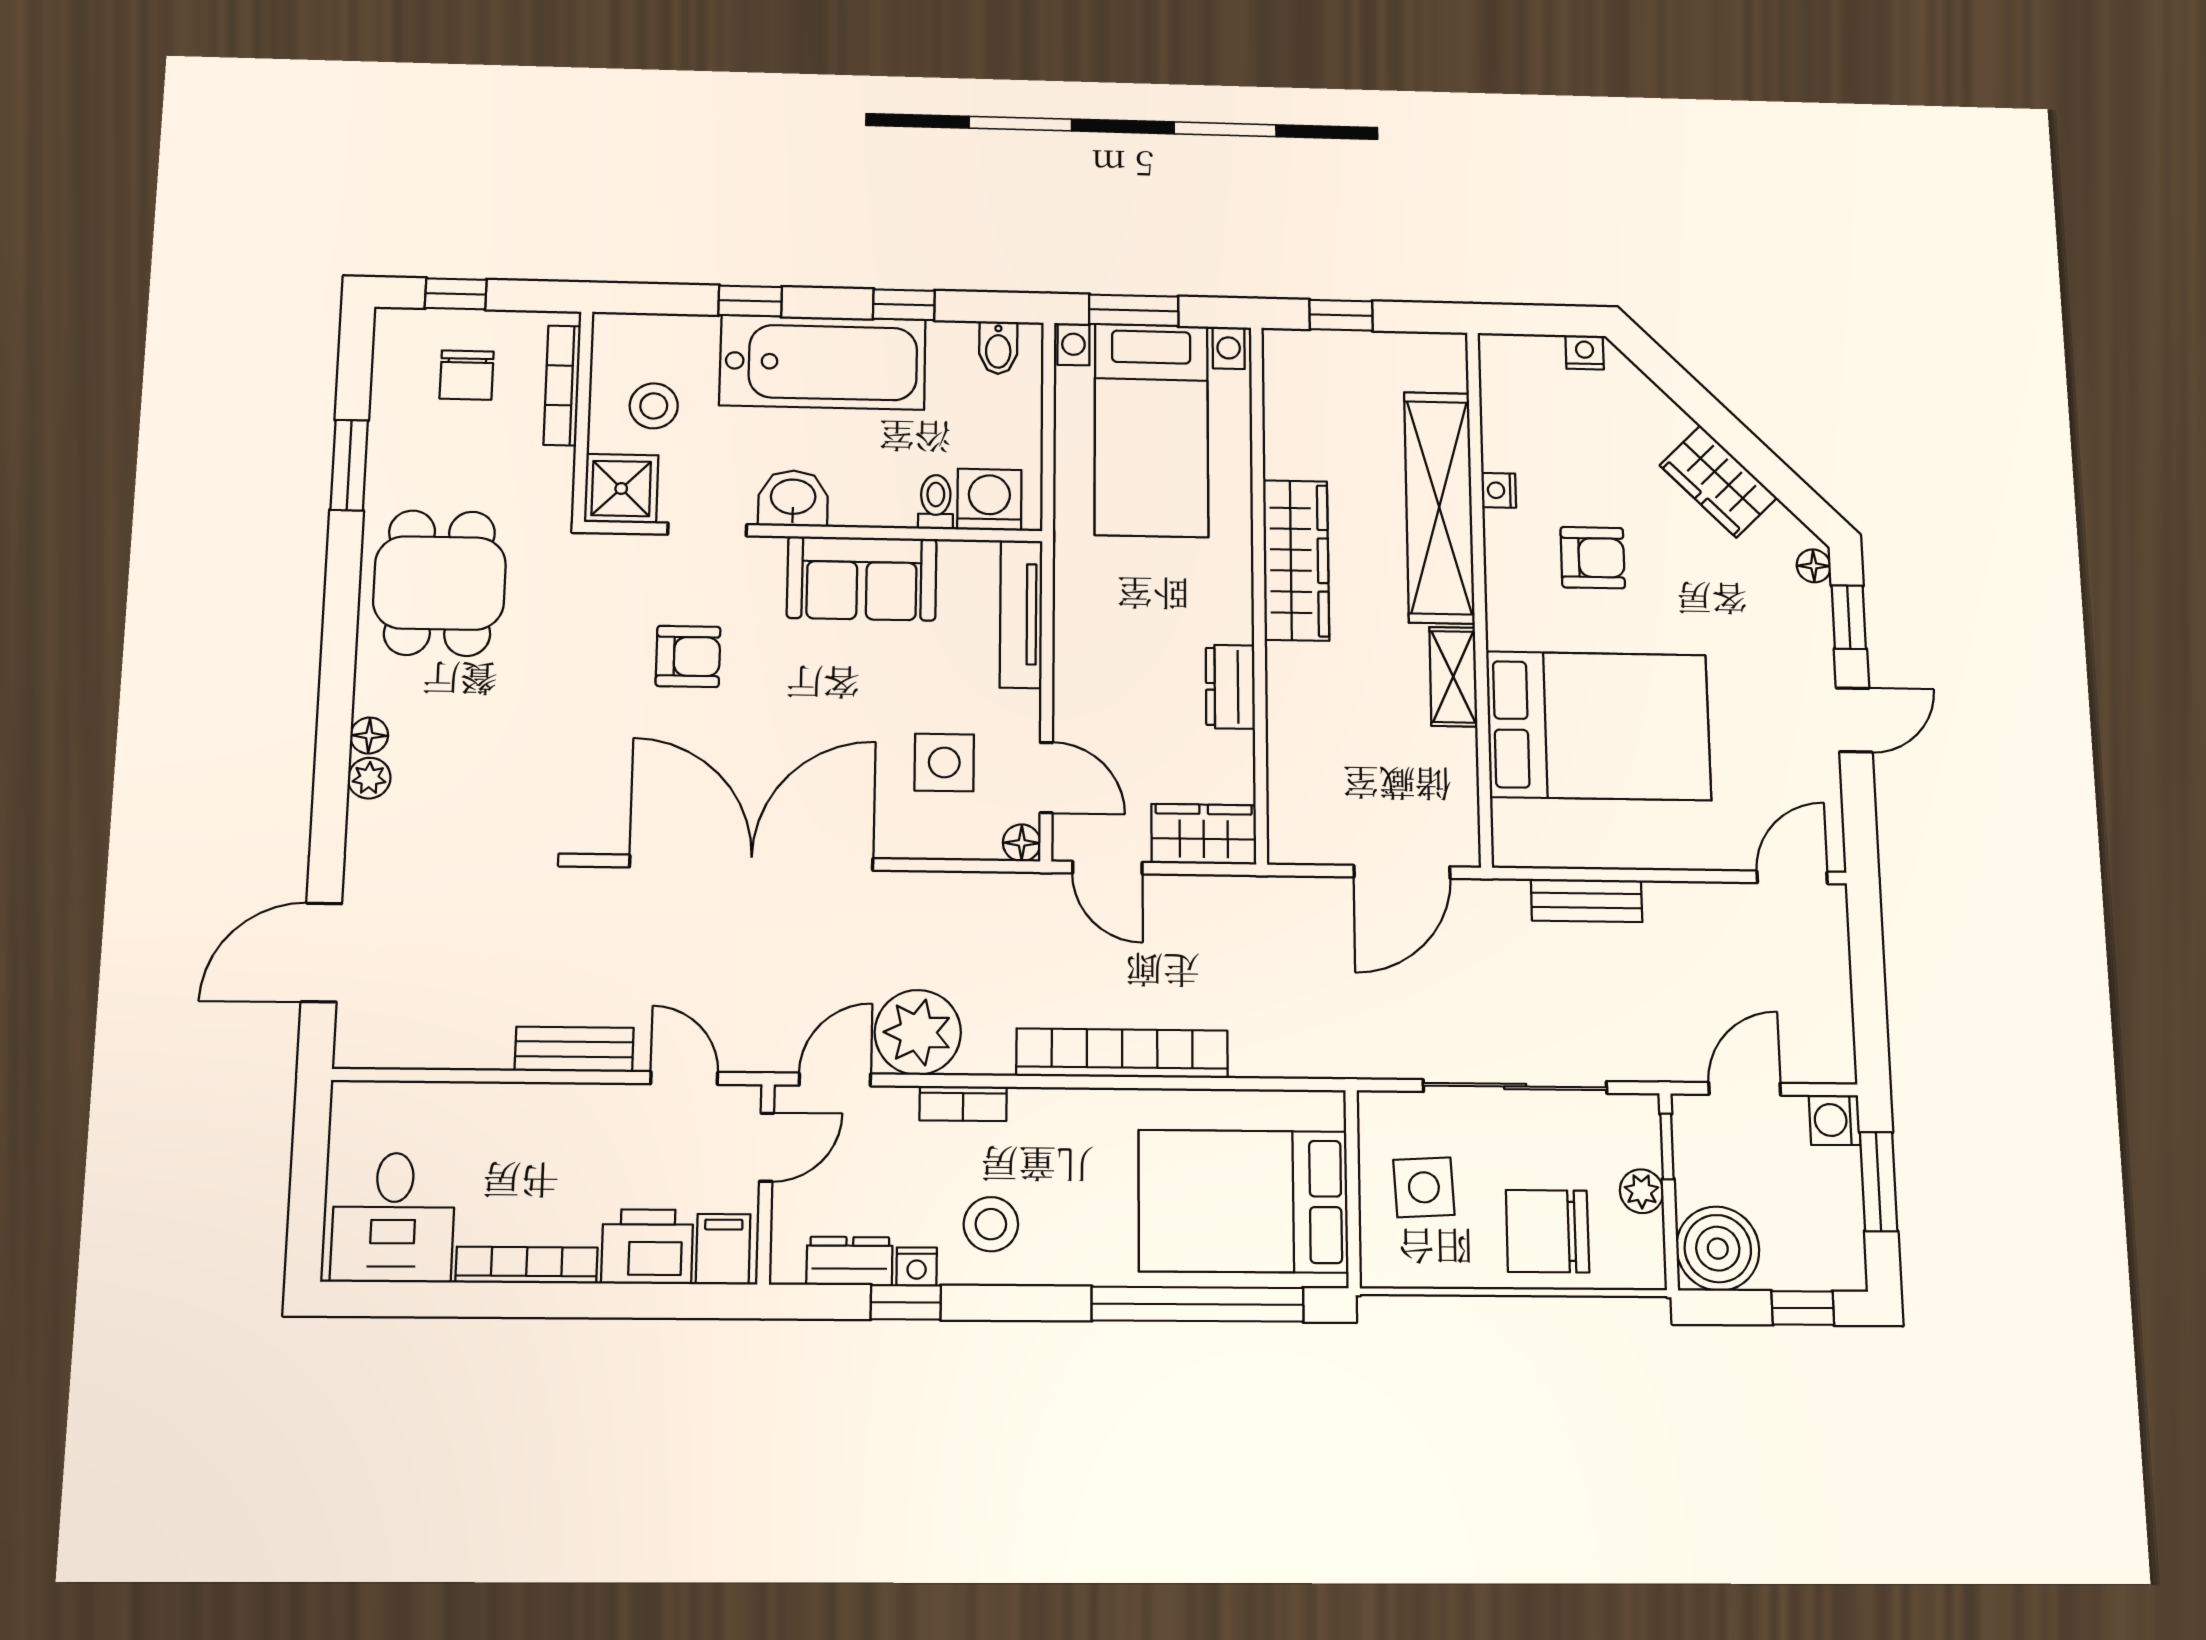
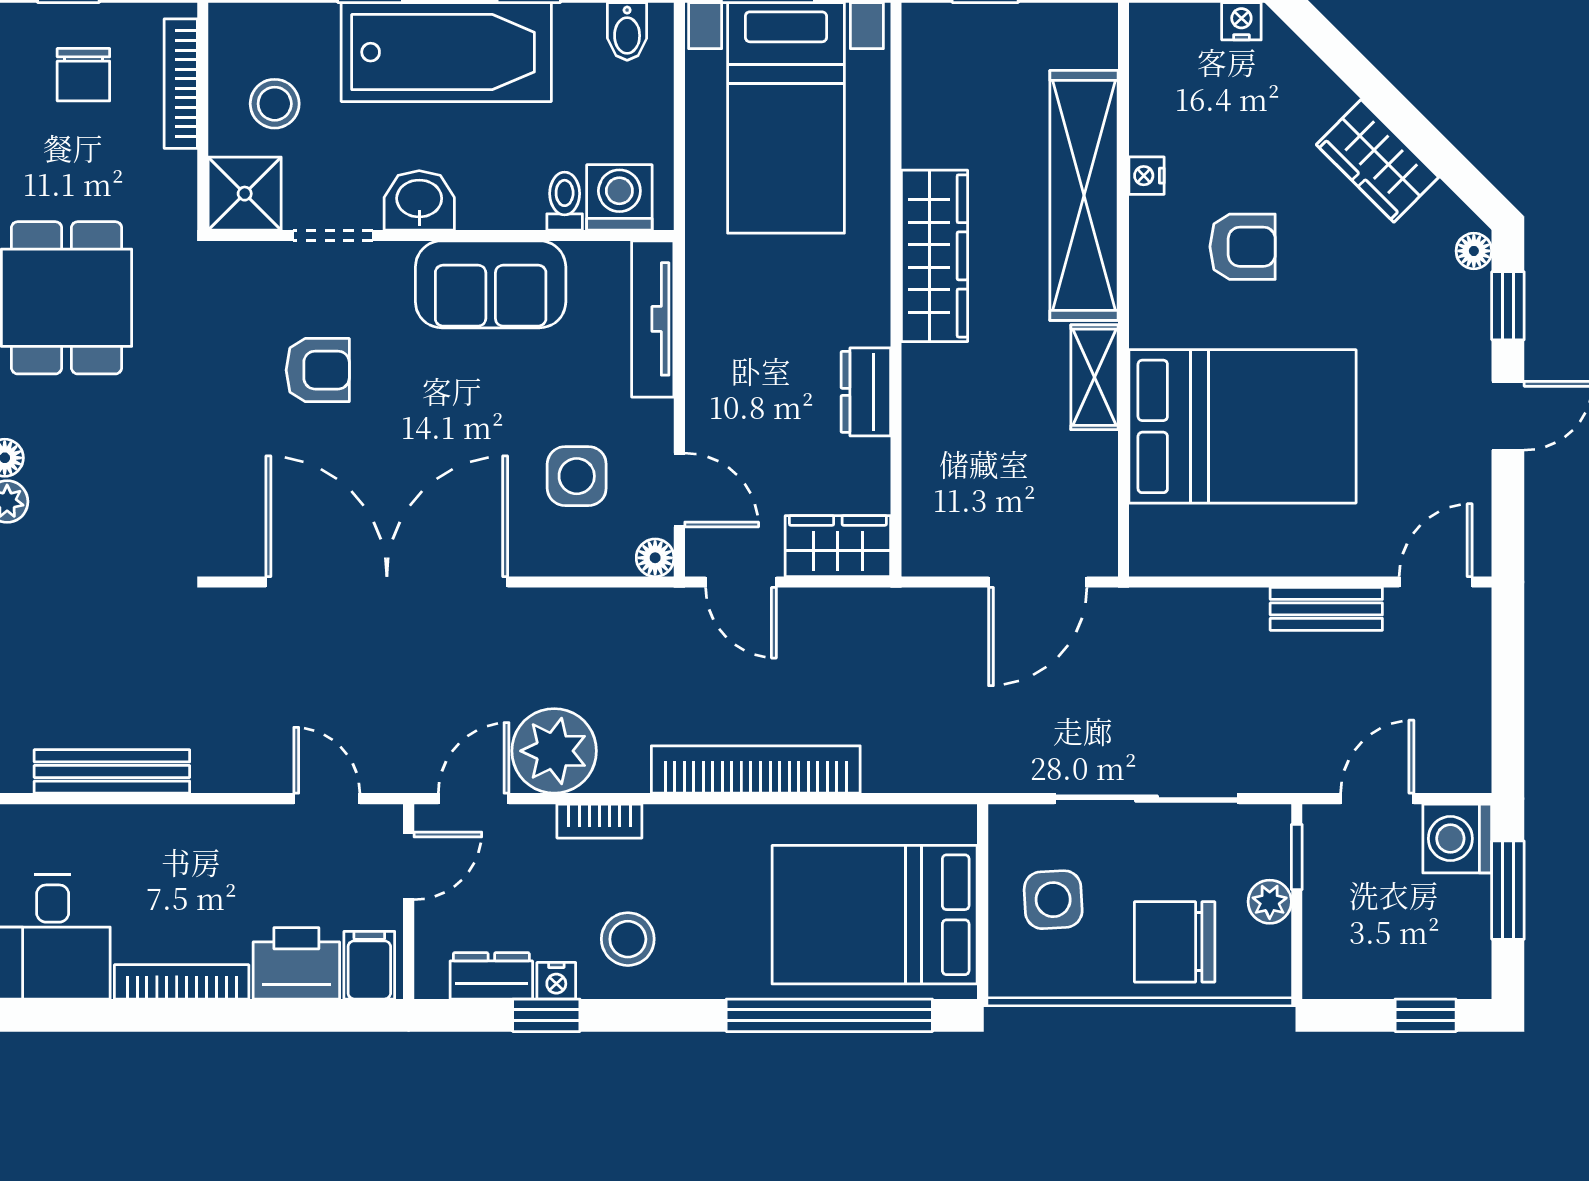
bench: (1587, 900) -> (1326, 609), moved
bench: (574, 1049) -> (112, 771), moved, width x1.36
washing machine: (1835, 1120) -> (1457, 839), width x1.38, depth x1.38
boiler: (1718, 1249) -> (1343, 958), removed

